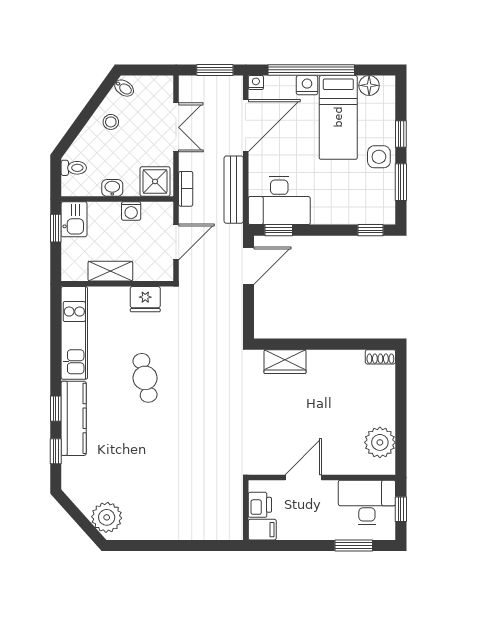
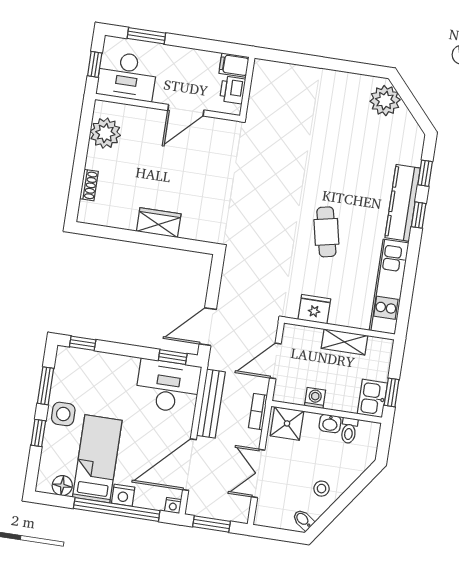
toilet: (74, 168) -> (349, 431), moved, turned -90
shoe rack: (380, 357) -> (89, 185), moved, turned 90
wardrobe: (285, 362) -> (159, 223), moved

